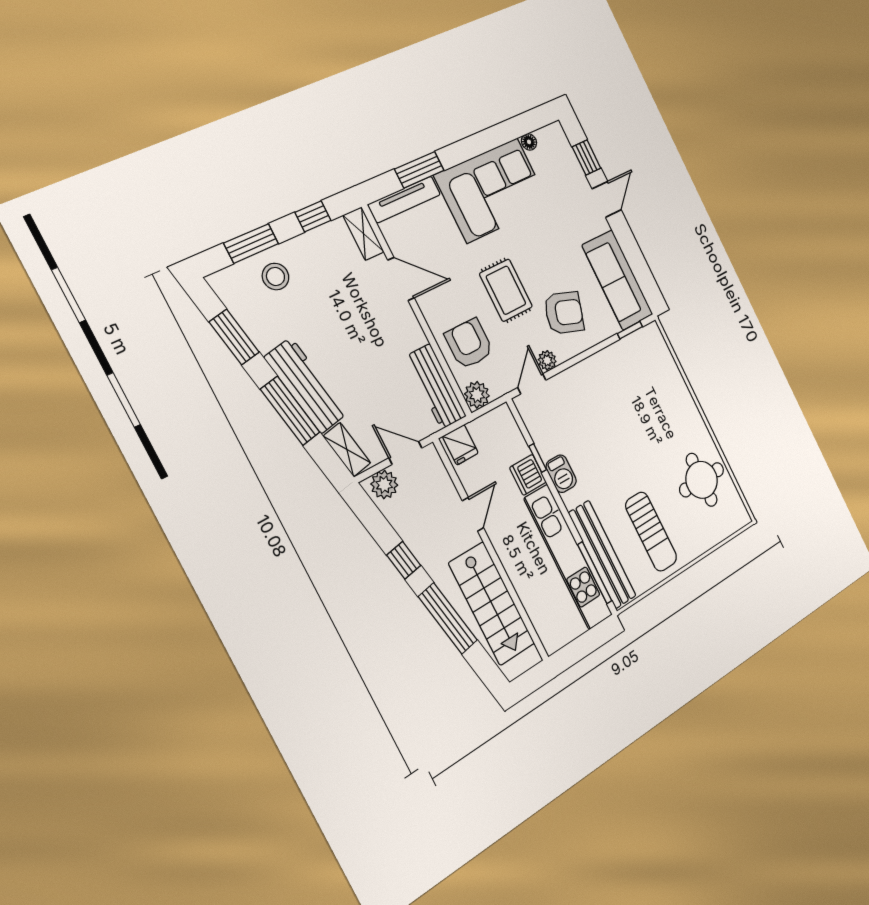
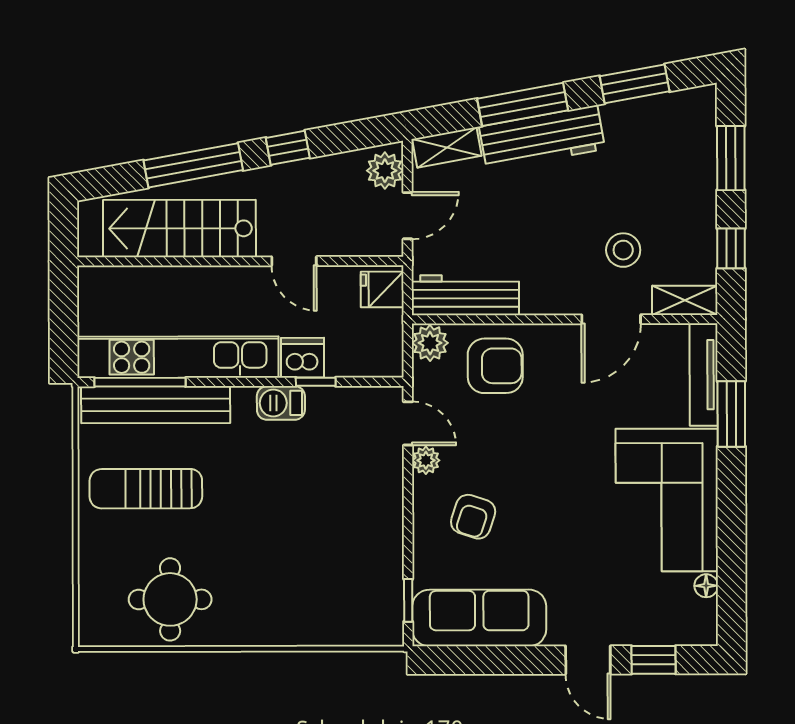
stool: (276, 276) -> (623, 250), moved
rug: (506, 290) -> (537, 451), removed
armchair: (564, 313) -> (473, 517), width x0.72, depth x0.72

